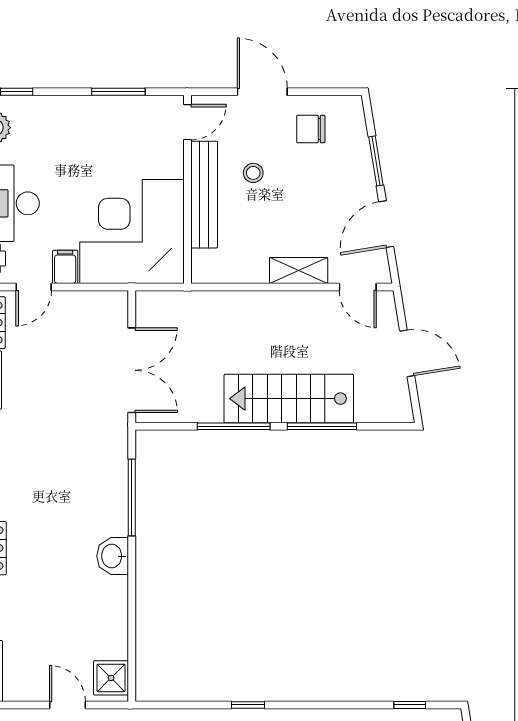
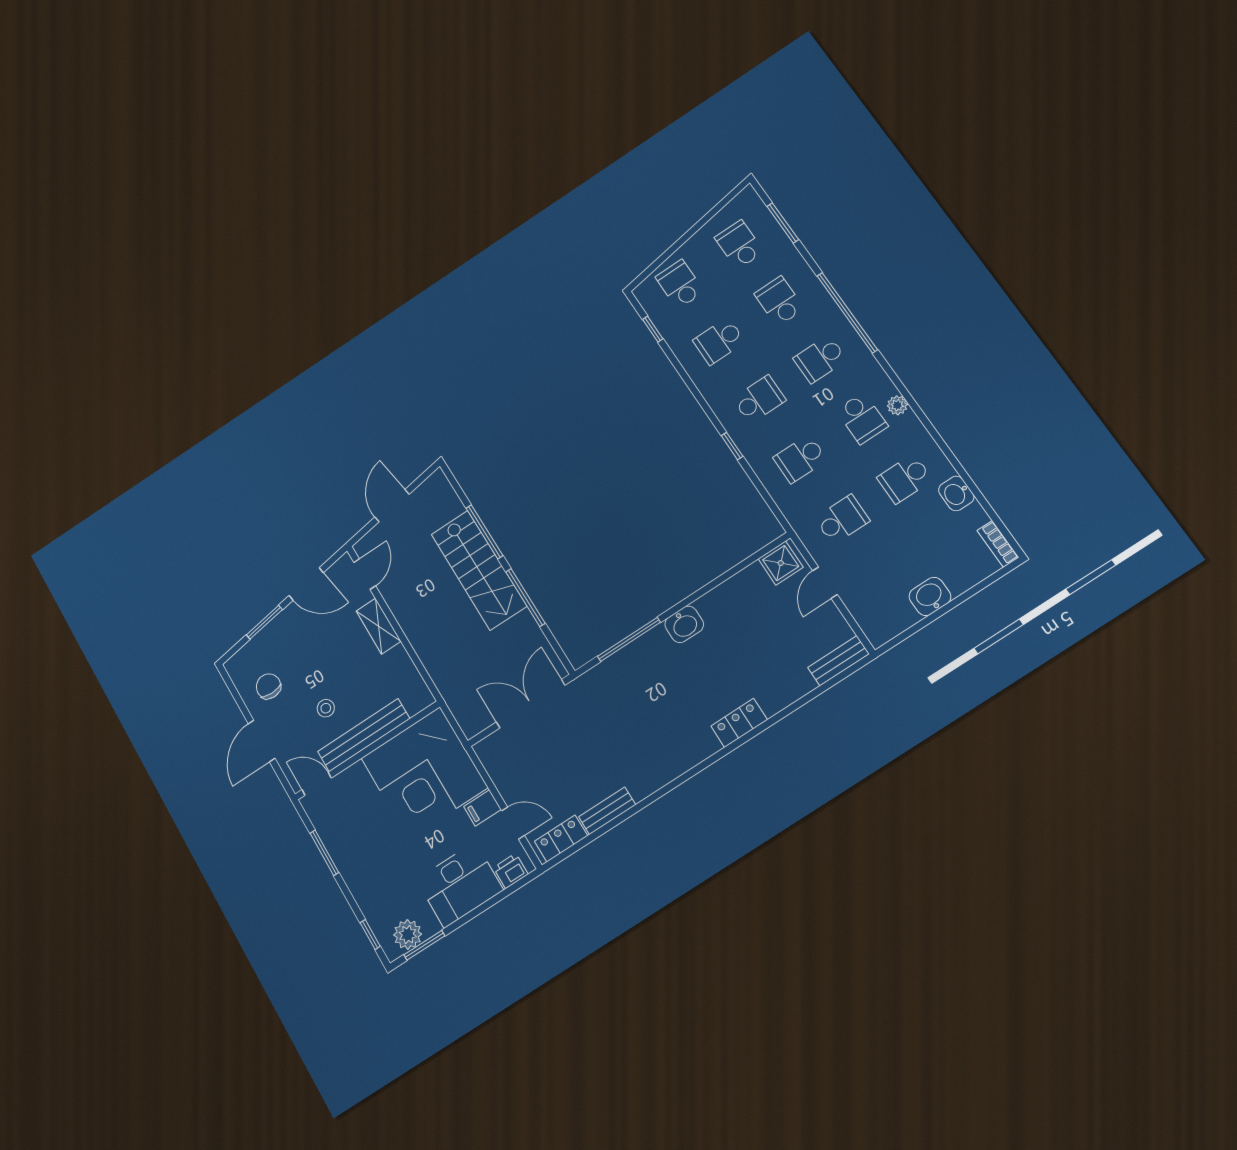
chair: (311, 129) -> (268, 686), turned 180

